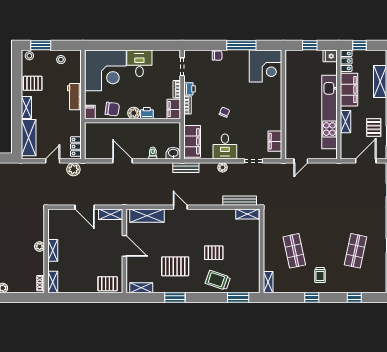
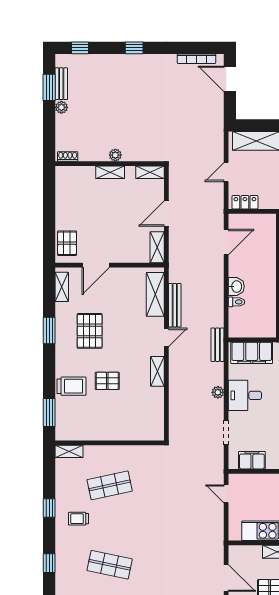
washbasin: (173, 153) -> (236, 287), moved
door: (53, 161) -> (226, 172), swing flipped
door: (123, 161) -> (226, 242), moved
plant: (73, 169) -> (215, 199), removed
bench: (240, 201) -> (175, 305), moved
shelving: (247, 214) -> (157, 371), moved
door: (124, 246) -> (96, 265), moved
pallet: (214, 253) -> (107, 381), turned 90
trolley: (218, 280) -> (72, 386), turned 71
shelving: (53, 282) -> (150, 172), moved

